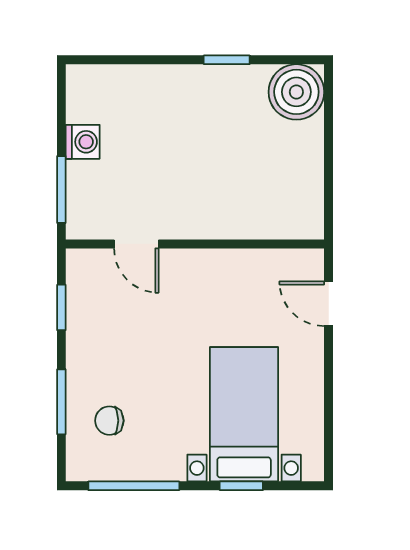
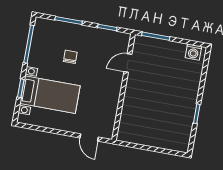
boiler: (296, 92) -> (178, 140), removed
washing machine: (83, 142) -> (193, 52), moved
door: (329, 304) -> (89, 137), swing flipped
chair: (109, 421) -> (70, 57), moved

